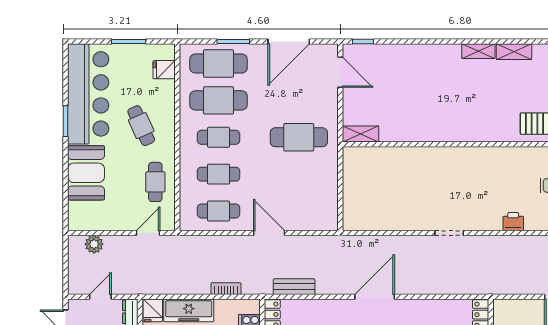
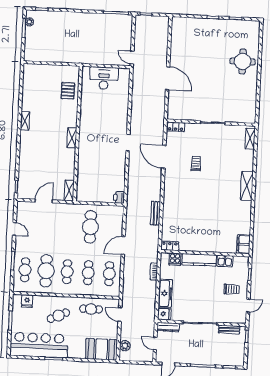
door: (289, 42) -> (14, 229), width x0.53
shelving: (514, 52) -> (72, 138), moved
cafe table: (219, 64) -> (25, 270), width x0.73, depth x0.74
door: (340, 72) -> (44, 201), moved
cafe table: (299, 137) -> (90, 227), moved
booth: (86, 173) -> (101, 349), moved
printer: (513, 222) -> (119, 198), moved
bench: (294, 287) -> (155, 213), moved
door: (375, 297) -> (164, 157), moved

